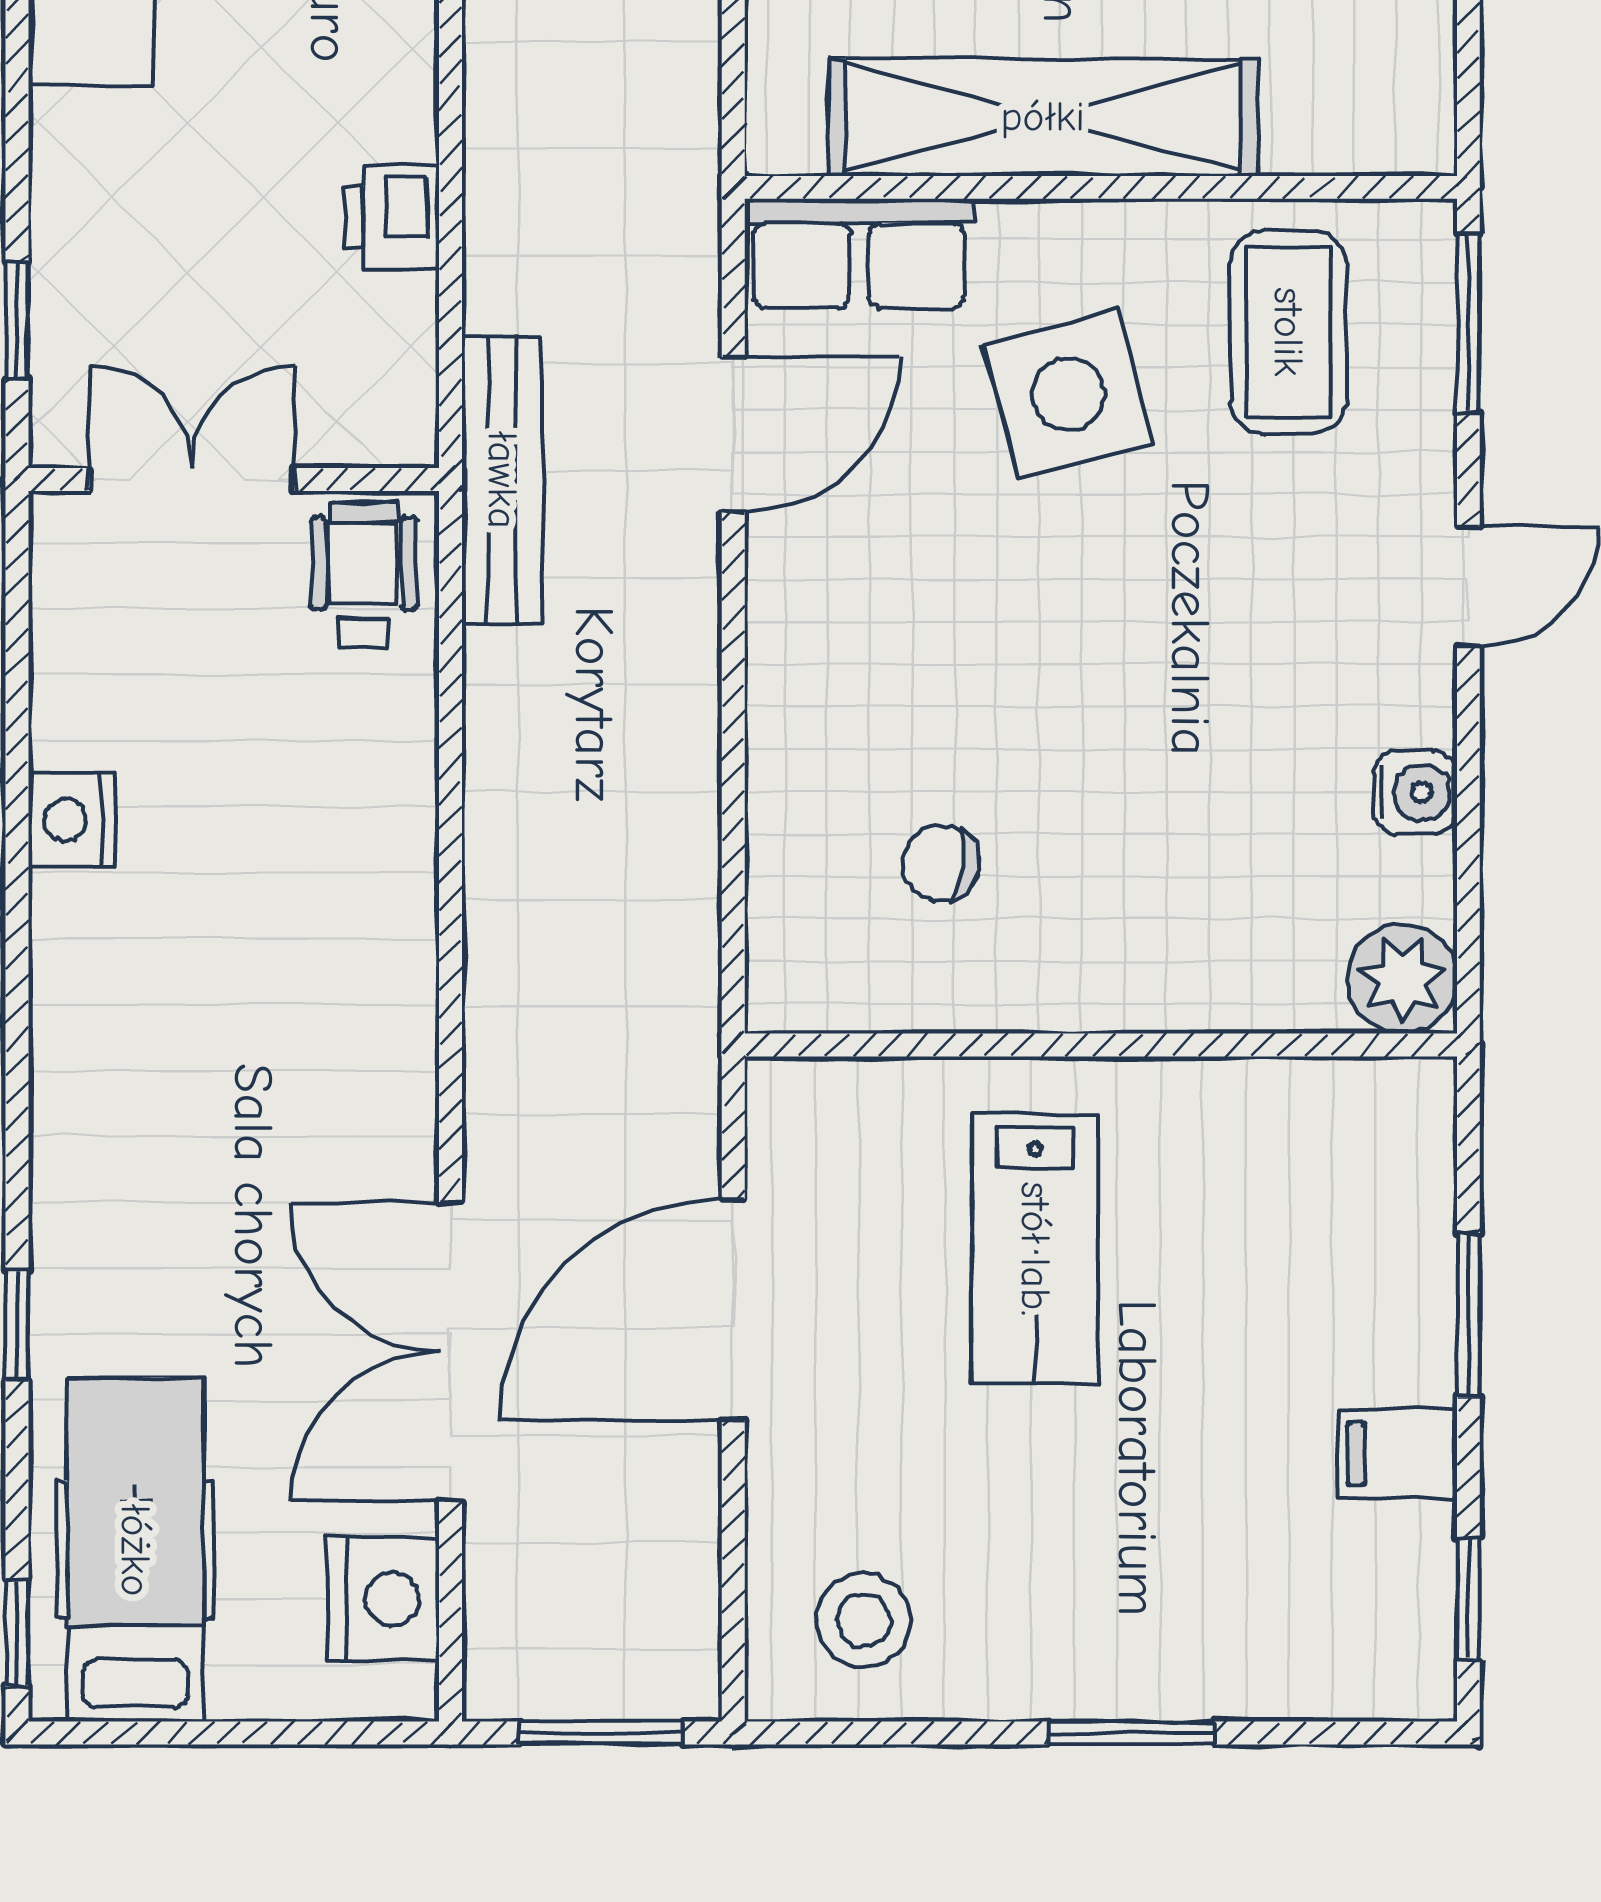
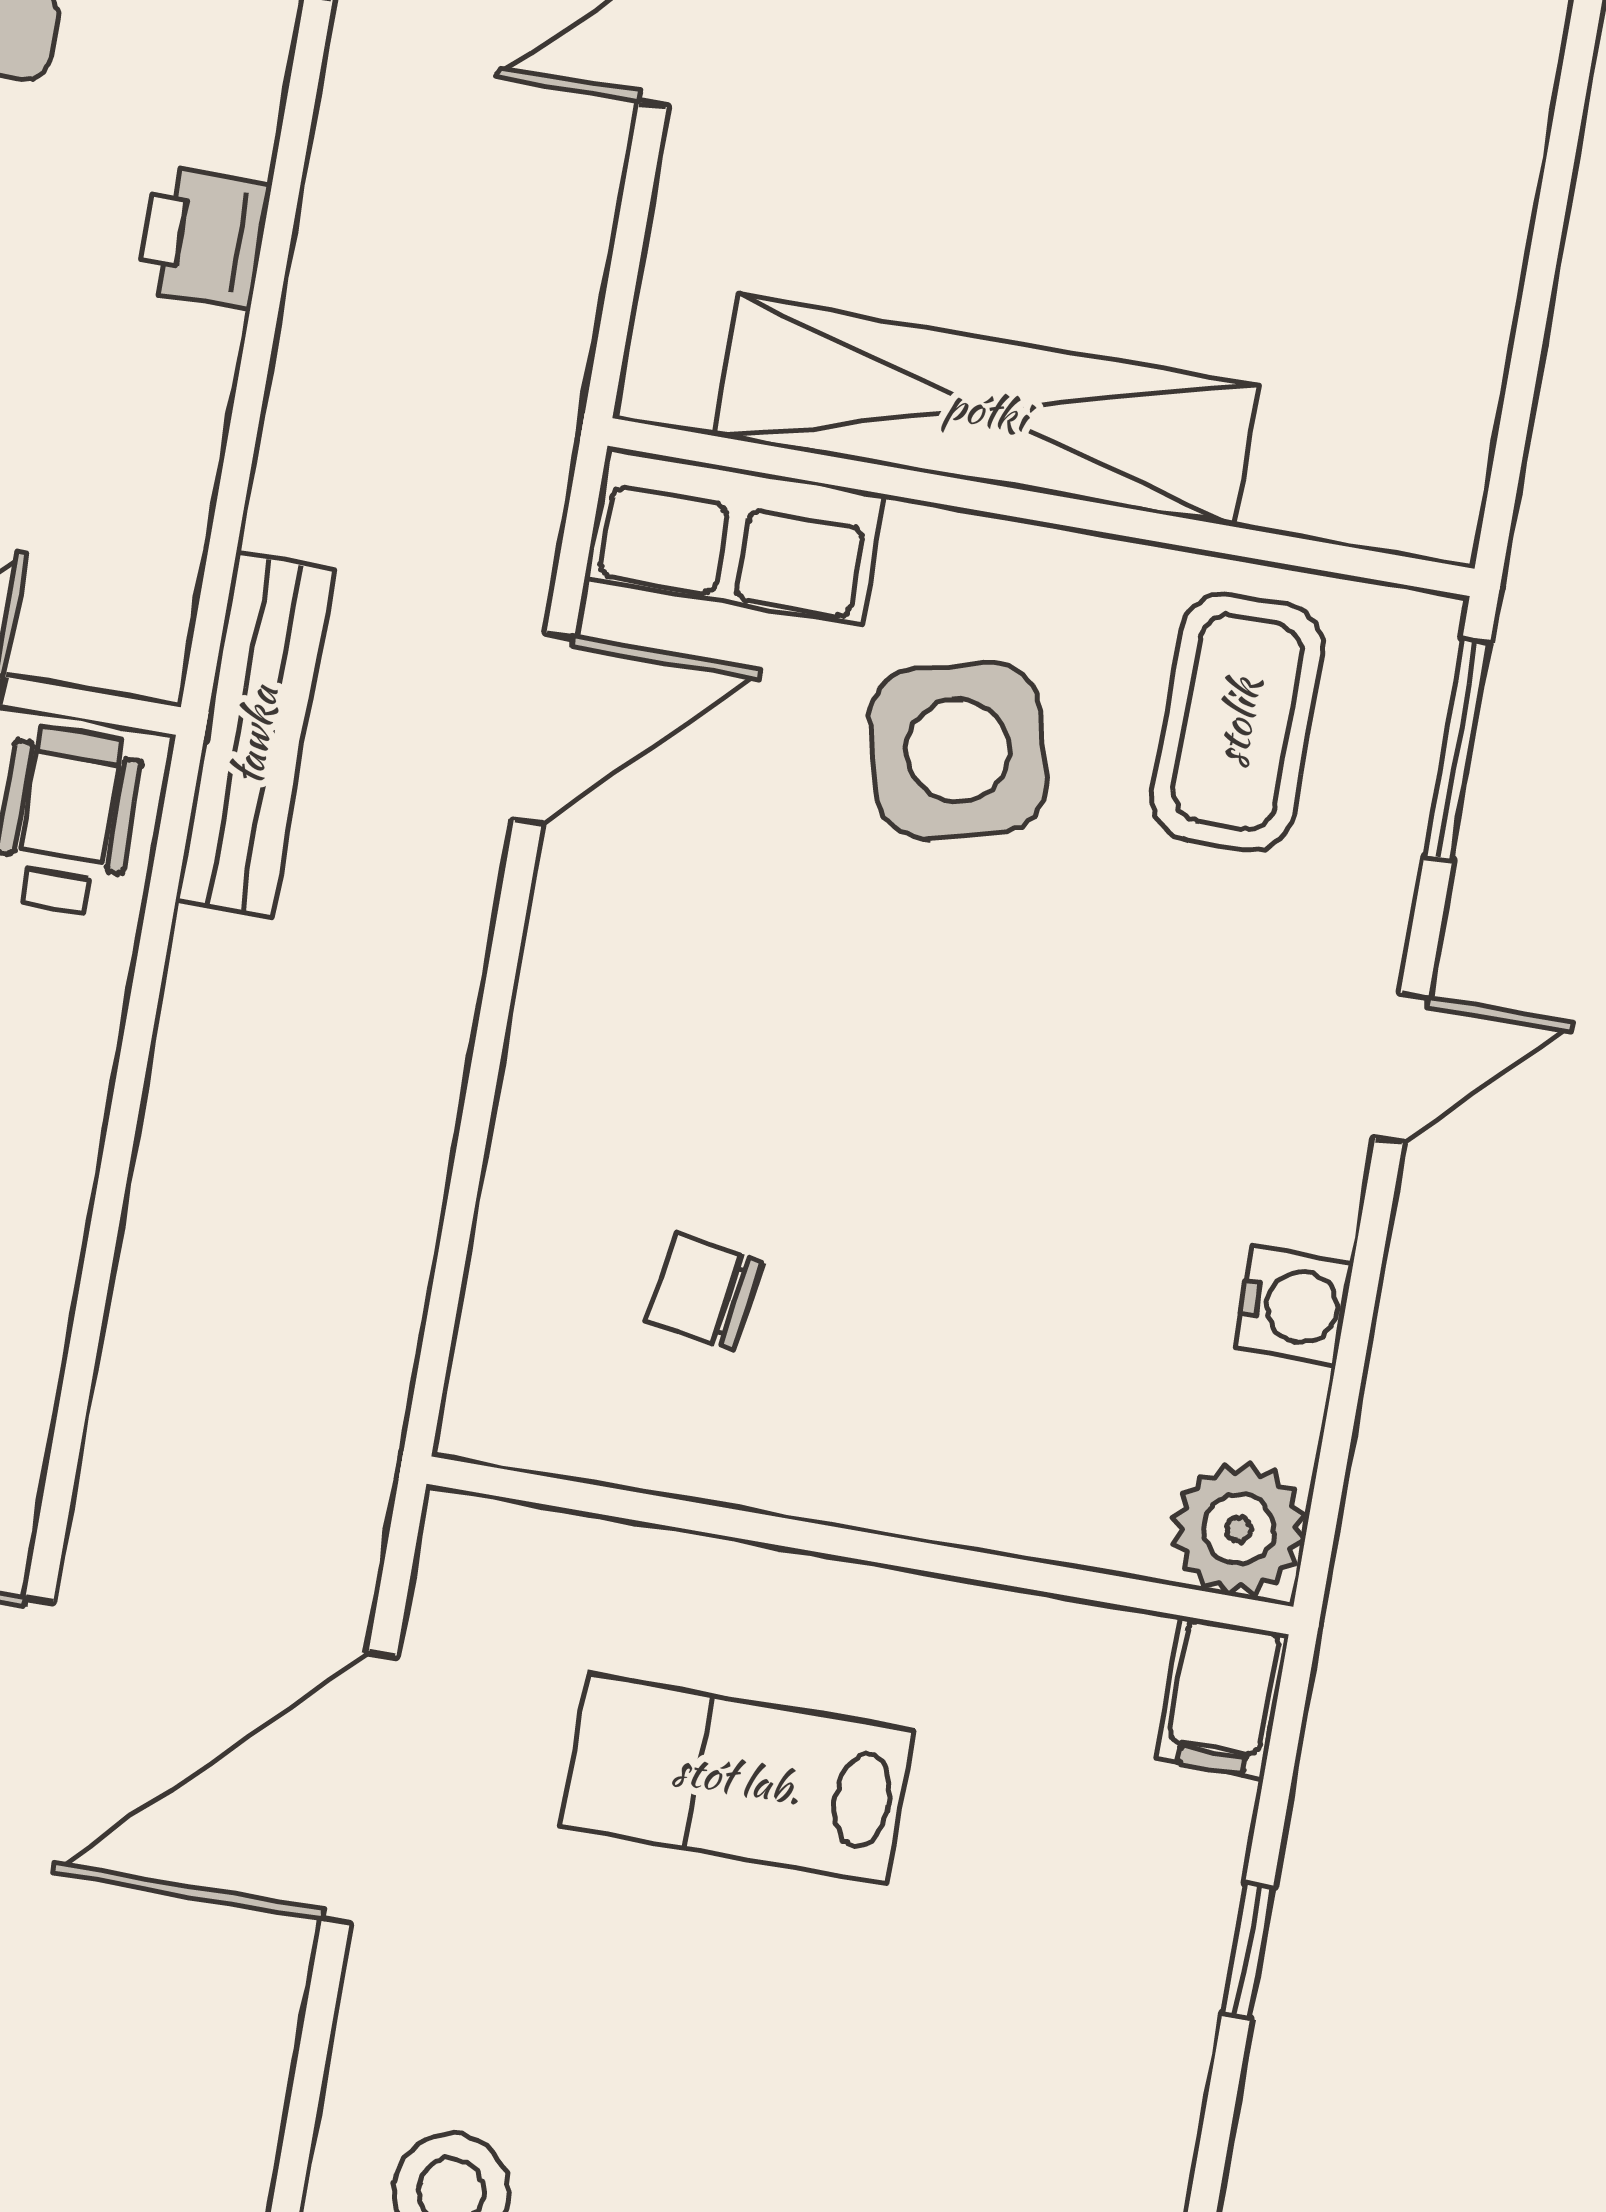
printer: (392, 217) -> (204, 237), moved
lab bench: (1035, 1249) -> (737, 1778), turned 90
window: (1468, 1316) -> (1248, 1951), width x0.67
filing cabinet: (1398, 1454) -> (1222, 1697), moved, turned -90

